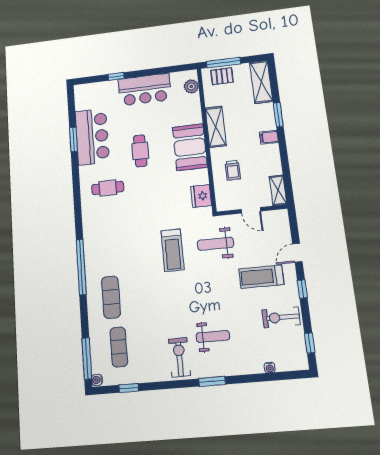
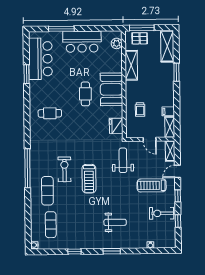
window: (116, 76) -> (61, 29), width x2.17
shelving: (216, 127) -> (131, 65), moved
bar counter: (92, 137) -> (40, 59), moved
filing cabinet: (269, 137) -> (168, 111), moved
cafe table: (140, 151) -> (85, 94), moved
shelving: (283, 224) -> (170, 151), added
weight bench: (216, 244) -> (123, 160), turned 90
treadmill: (173, 250) -> (89, 179), moved
window: (310, 343) -> (178, 221), moved
exercise bike: (179, 357) -> (64, 169), moved
window: (87, 359) -> (28, 231), removed
window: (129, 388) -> (74, 252), moved

